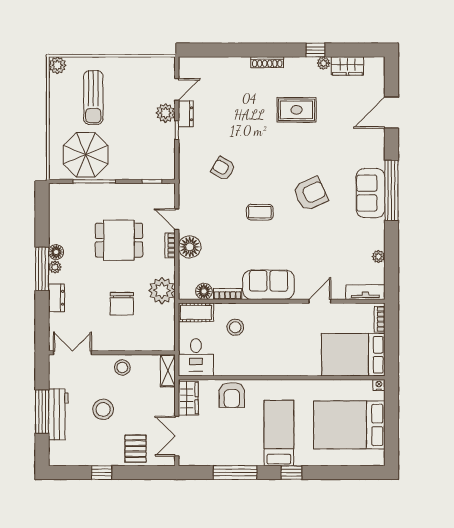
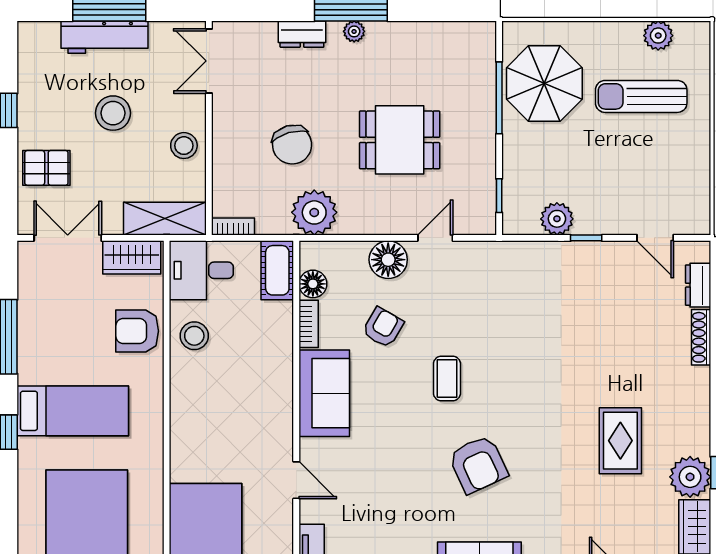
shoe rack: (267, 62) -> (701, 337), moved
plant: (324, 63) -> (690, 477), width x1.88, depth x1.88
plant: (57, 65) -> (658, 36), moved
plant: (166, 113) -> (557, 219), moved
dresser: (186, 114) -> (698, 285), moved, turned 90
armchair: (223, 169) -> (383, 327), moved
dining table: (119, 240) -> (400, 140), turned 90
bookcase: (170, 245) -> (233, 227), moved
floor lamp: (56, 252) -> (380, 33), removed
chair: (122, 304) -> (292, 145), turned -106
stool: (235, 327) -> (194, 336), moved
double door: (72, 353) -> (209, 61), swing flipped
shelving: (168, 371) -> (165, 219), width x1.50, depth x1.33

